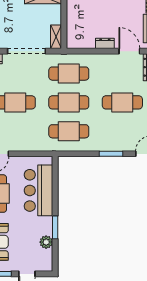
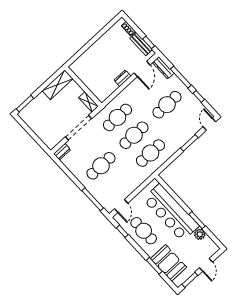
door: (129, 51) -> (142, 69), swing flipped
bar counter: (39, 190) -> (171, 213), width x1.36

